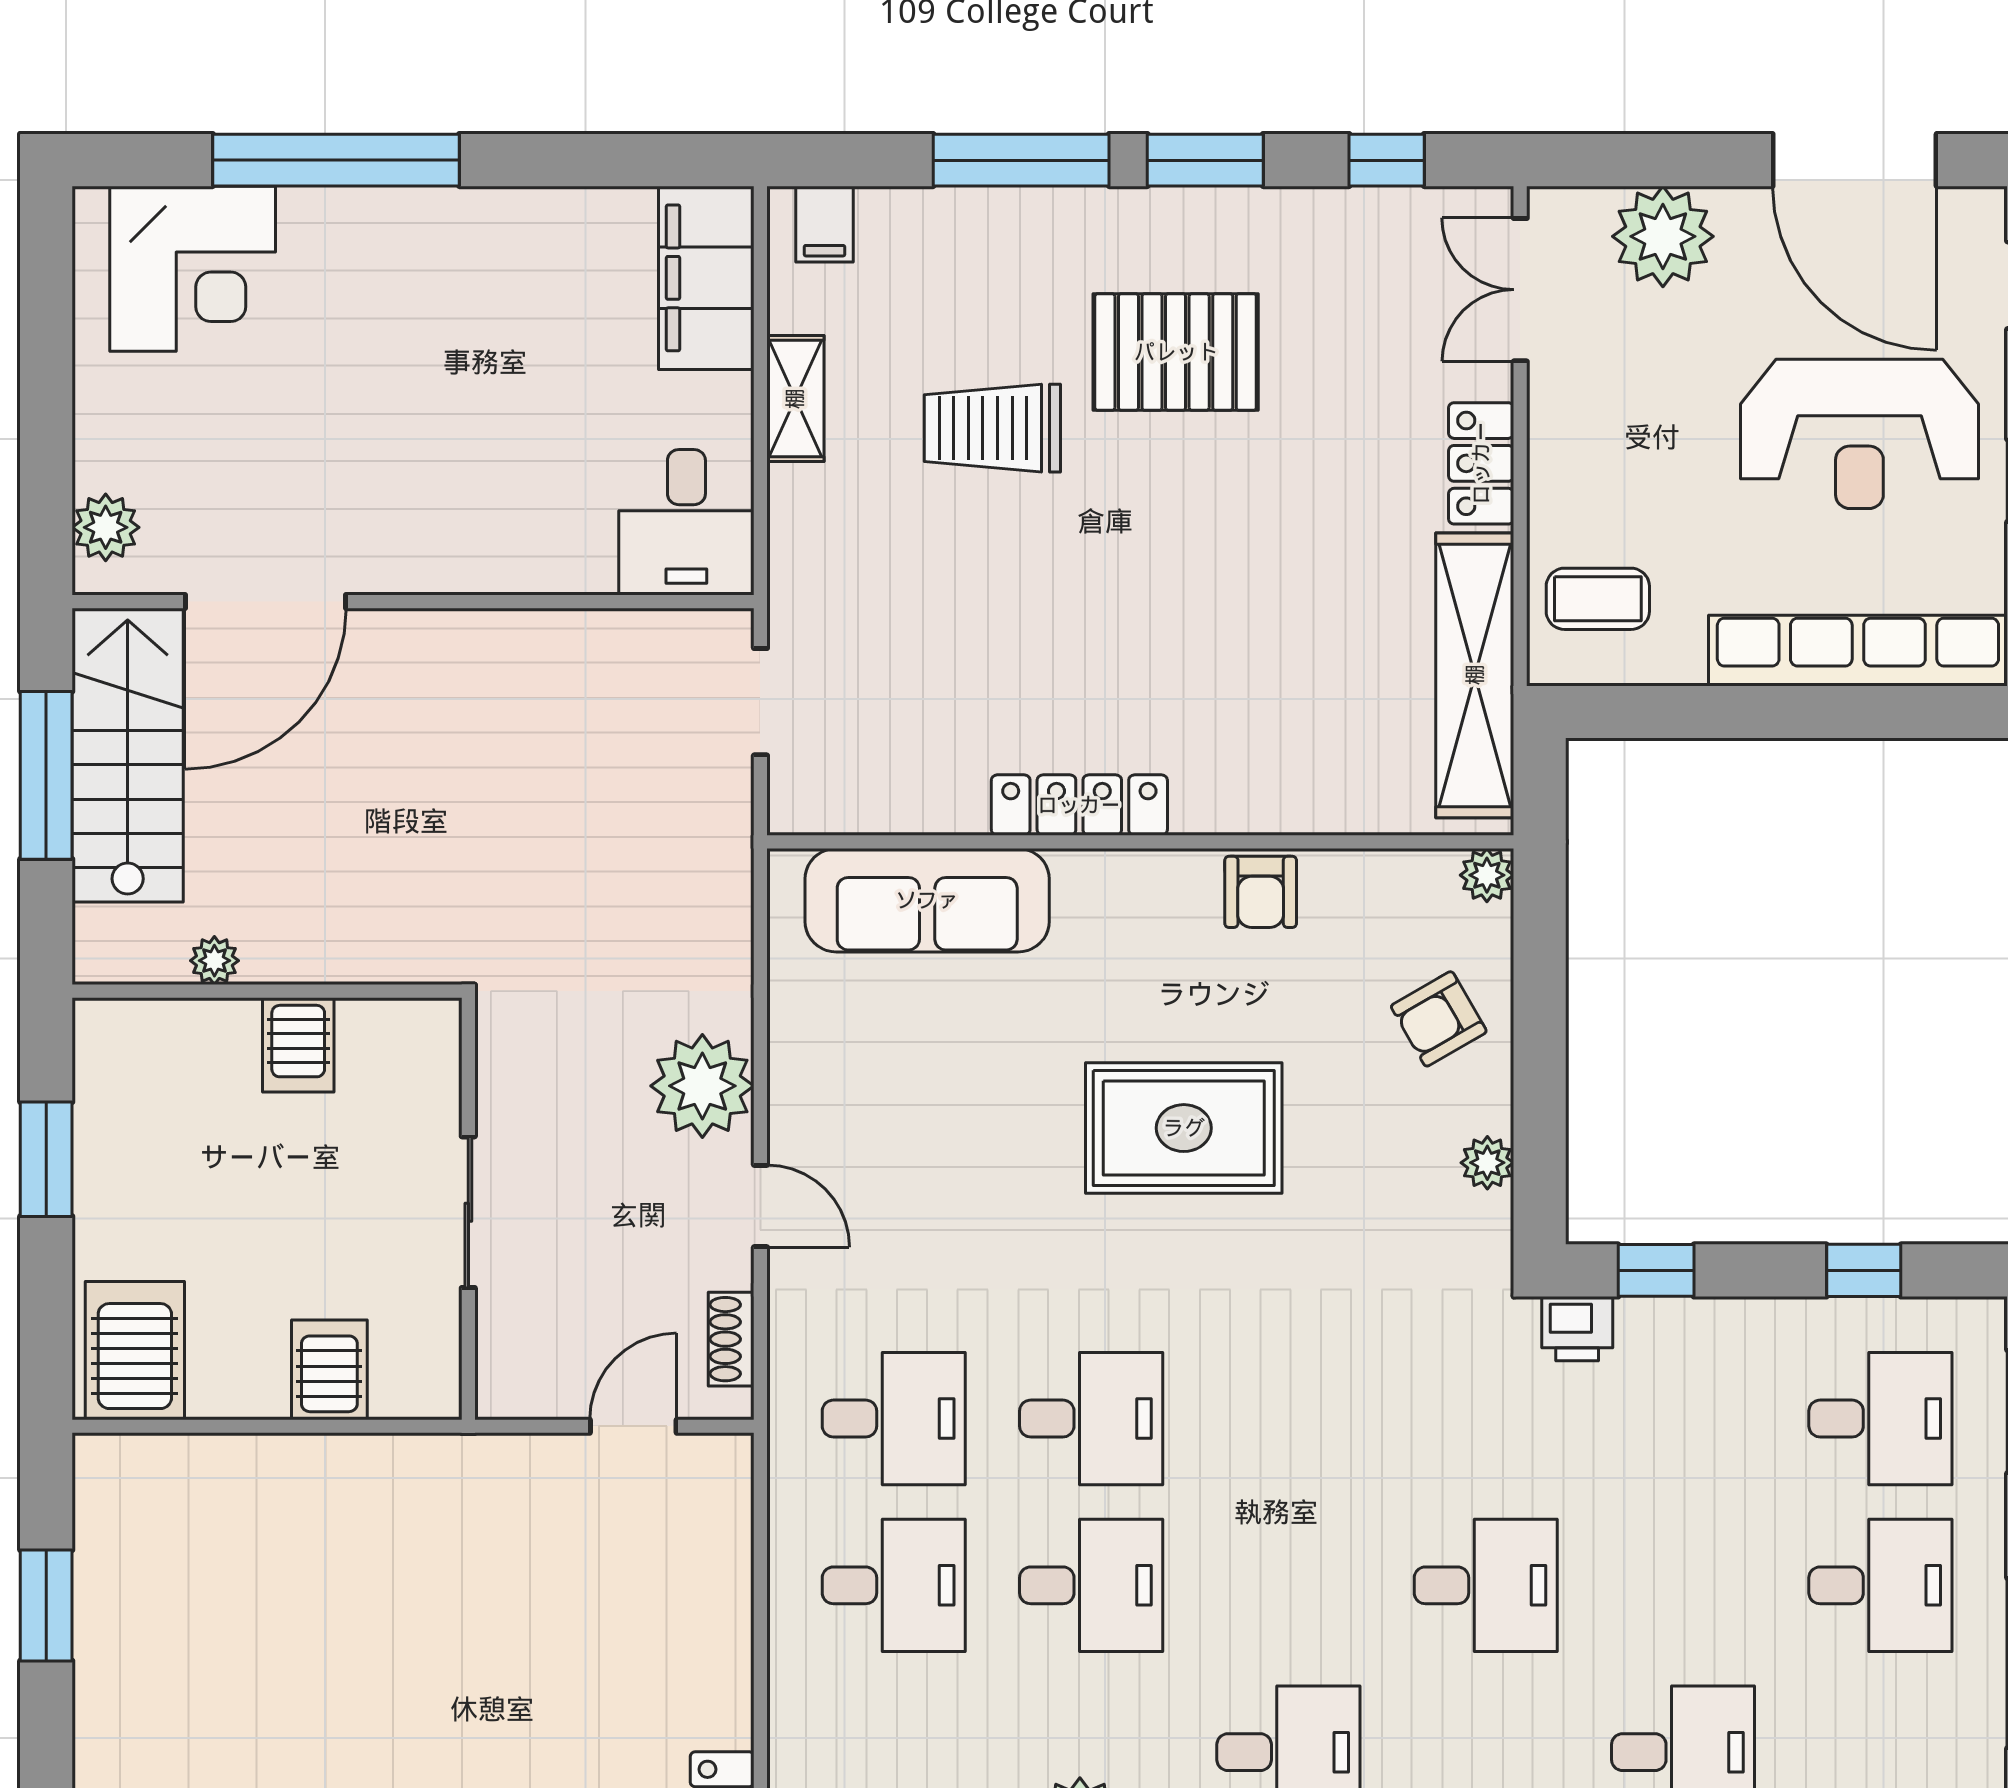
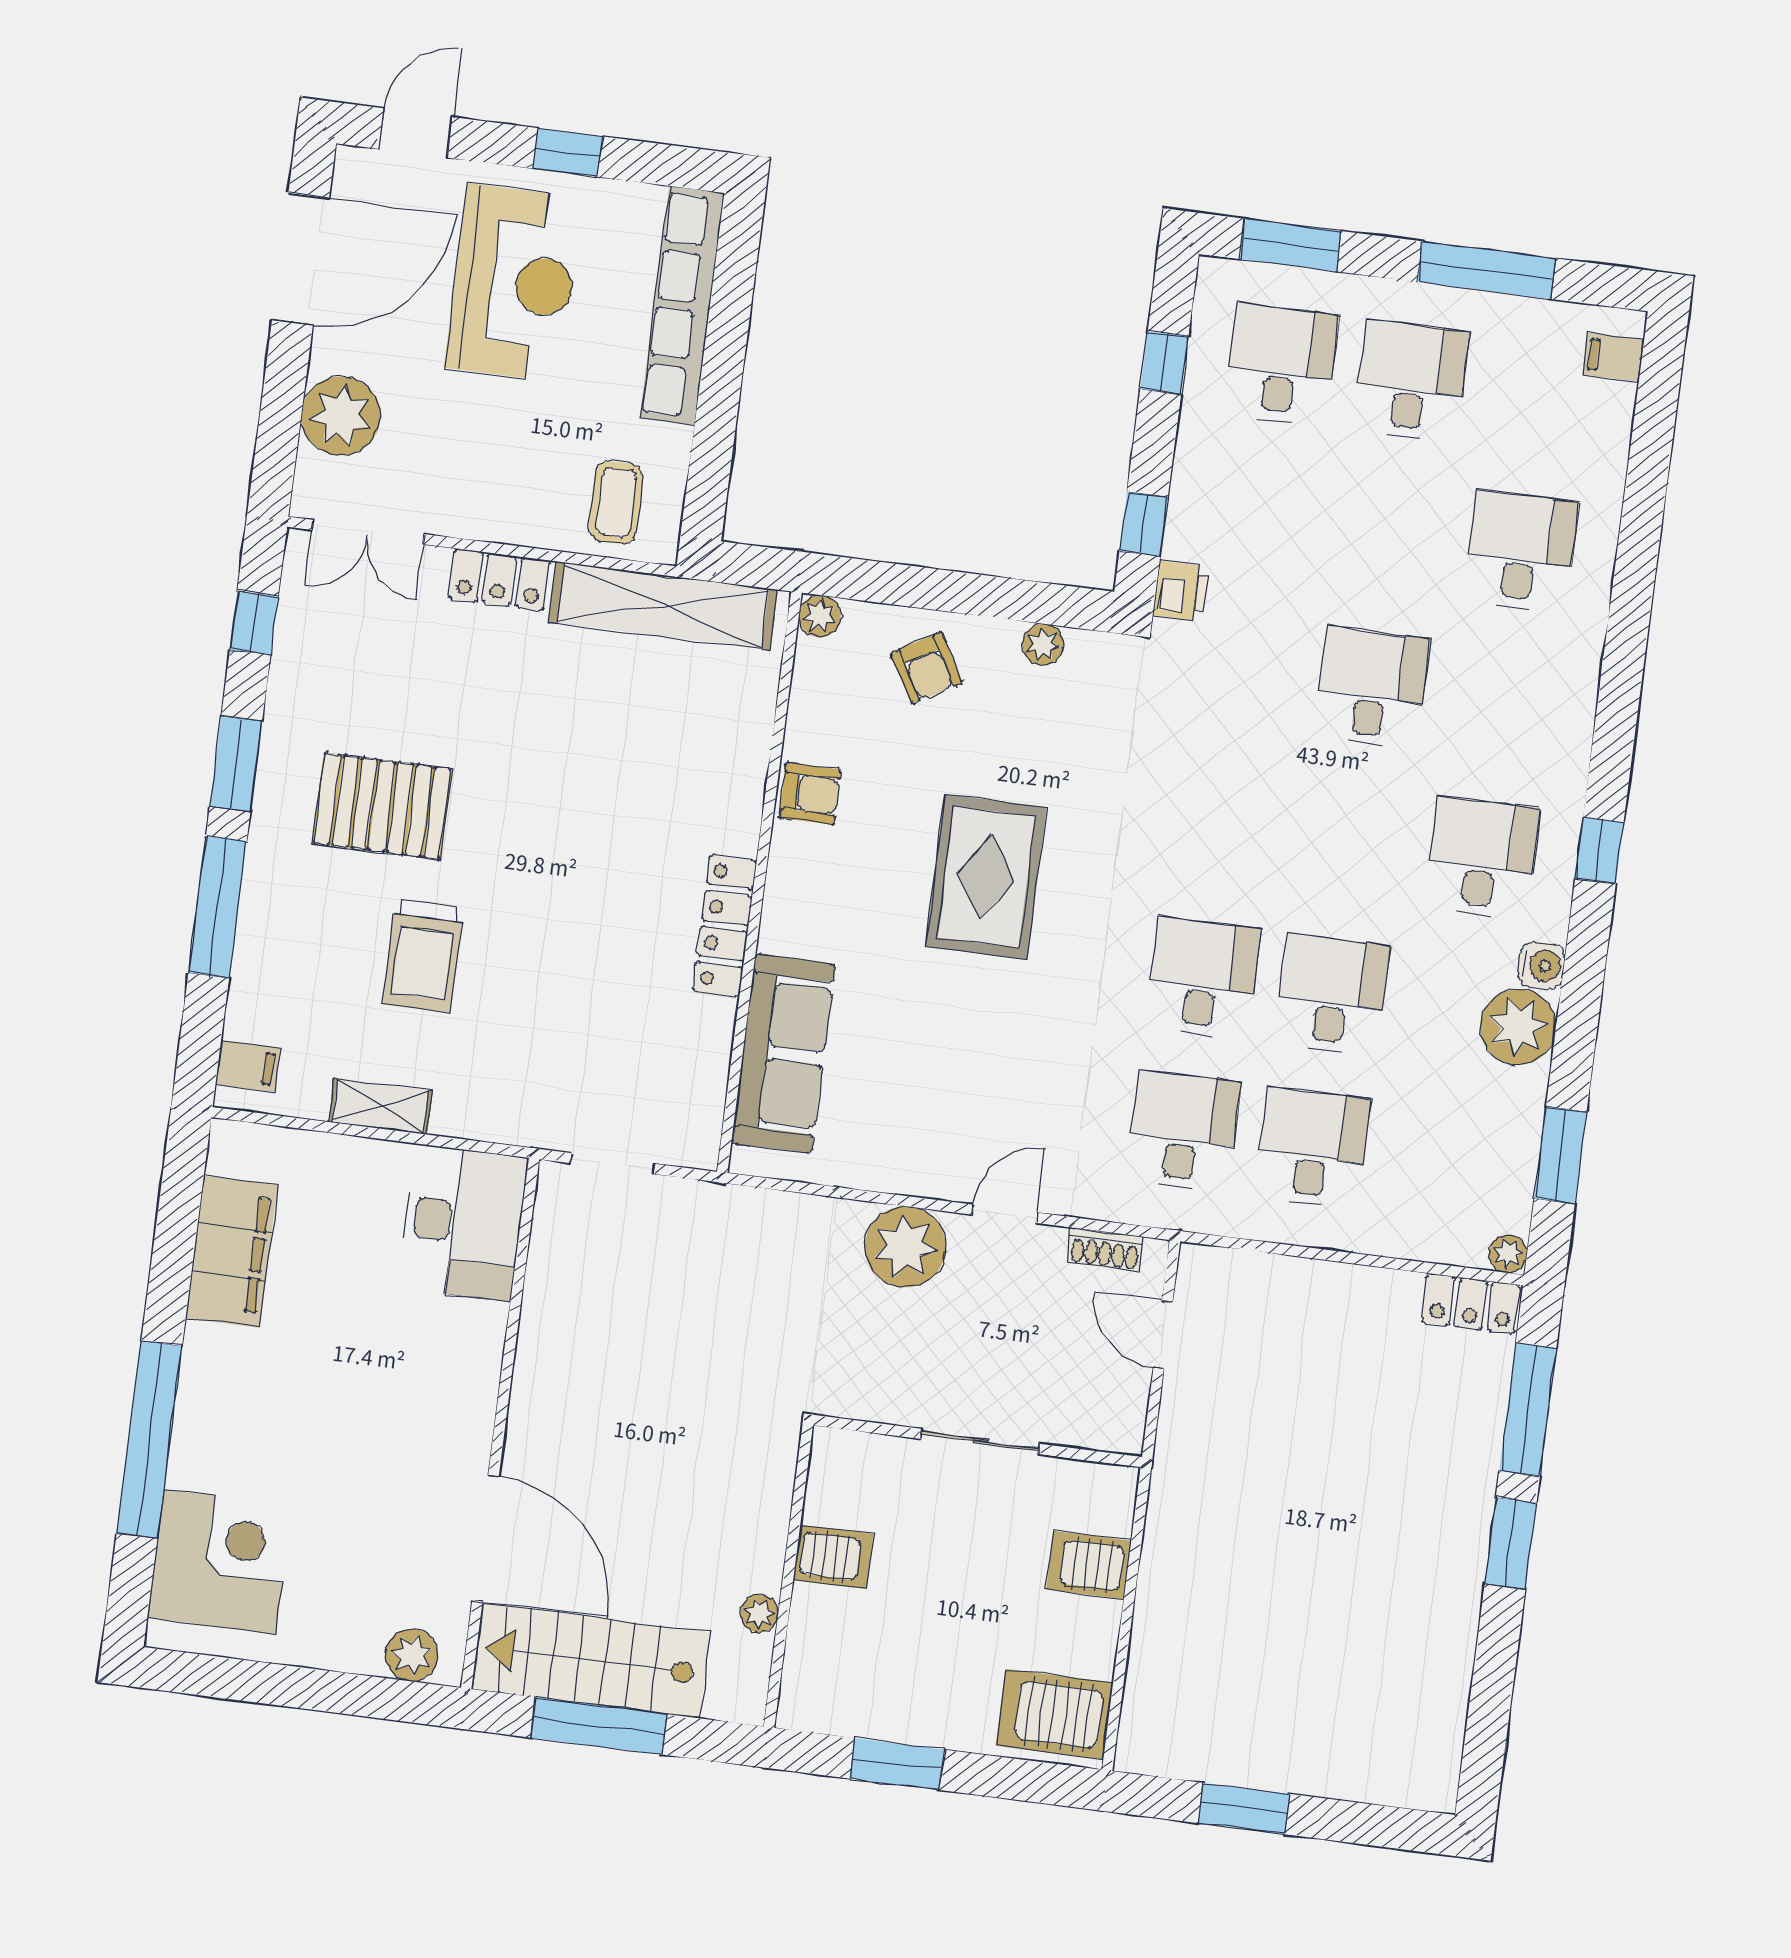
filing cabinet: (706, 278) -> (232, 1252), moved, turned -90
pallet: (1176, 352) -> (382, 806), turned 90
desk: (686, 522) -> (463, 1223), width x1.37

